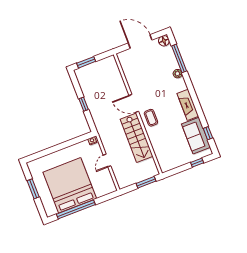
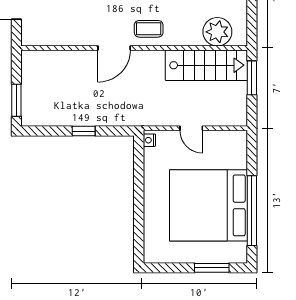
stairs: (137, 138) -> (206, 65), moved
plant: (163, 155) -> (217, 32), added
window: (33, 189) -> (212, 268), moved

